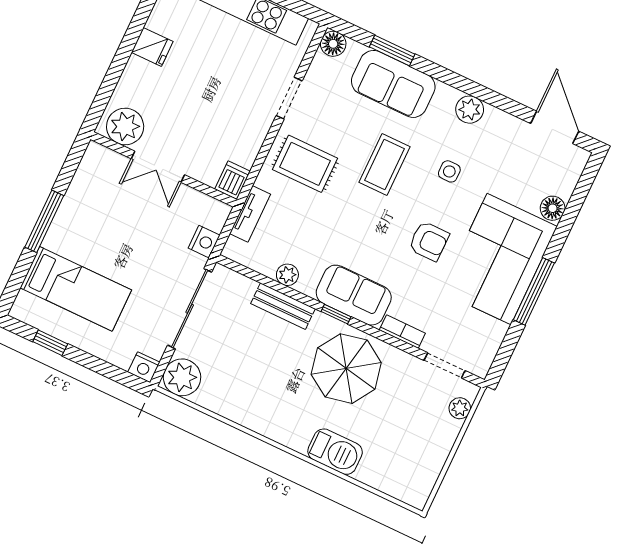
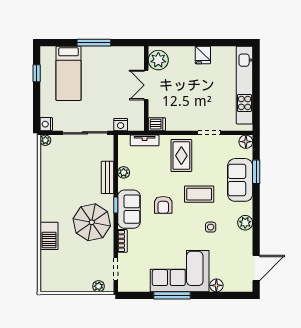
armchair: (429, 241) -> (163, 205), moved
plant: (182, 377) -> (45, 140), width x0.53, depth x0.53

